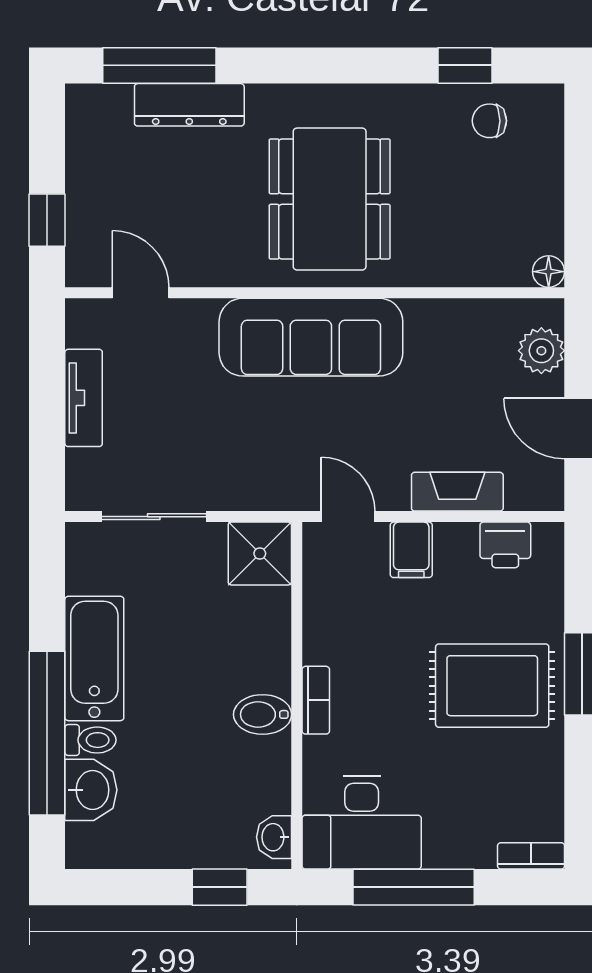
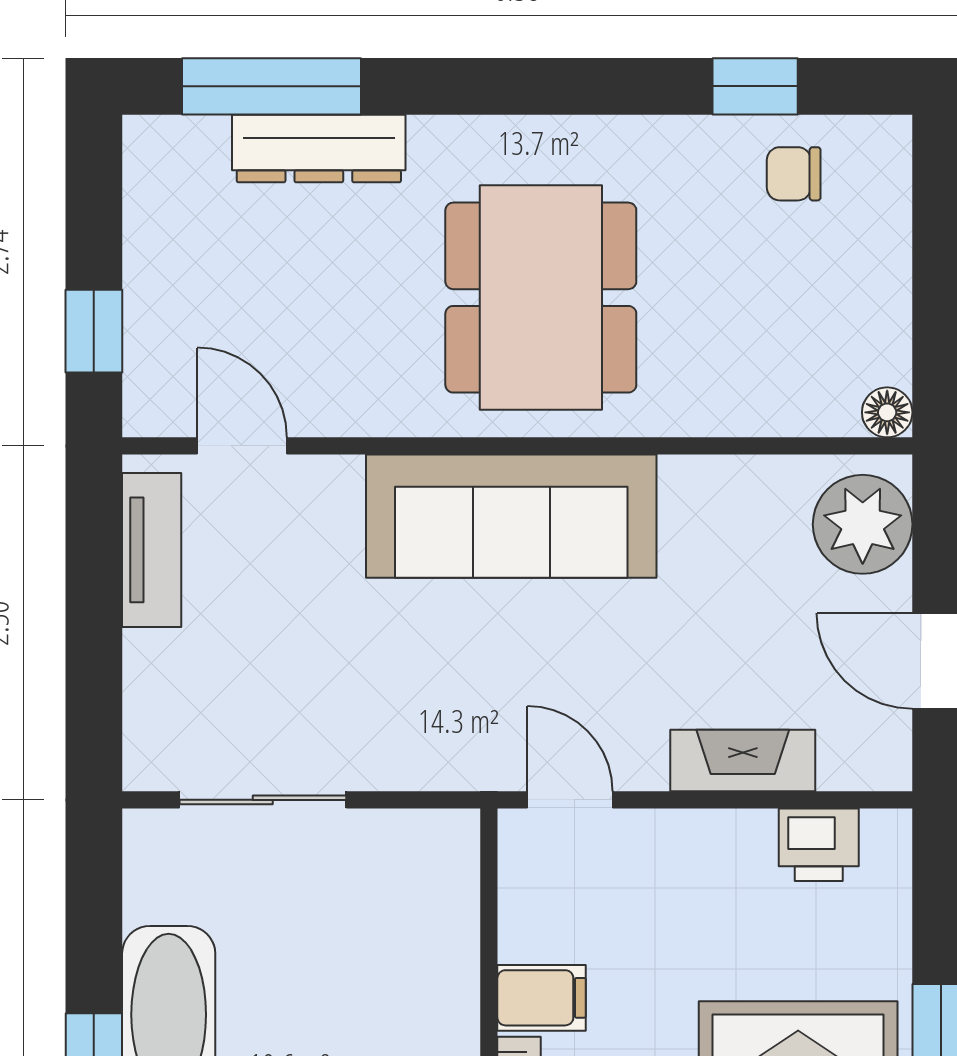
plant: (541, 351) -> (863, 524), width x1.36, depth x1.36
tv unit: (84, 398) -> (152, 550), moved
filing cabinet: (411, 550) -> (541, 998), moved, turned -90
shower: (260, 554) -> (430, 858), removed

